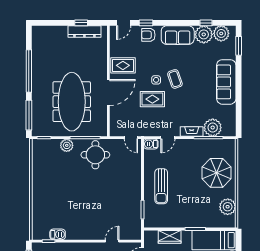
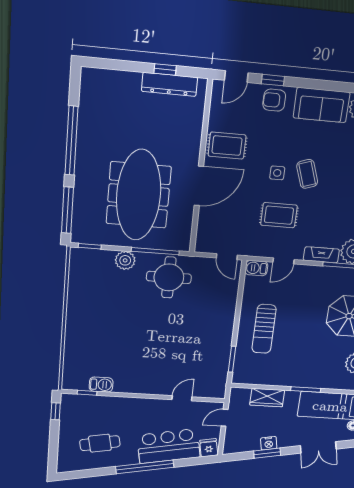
rug: (152, 99) -> (279, 215), moved

